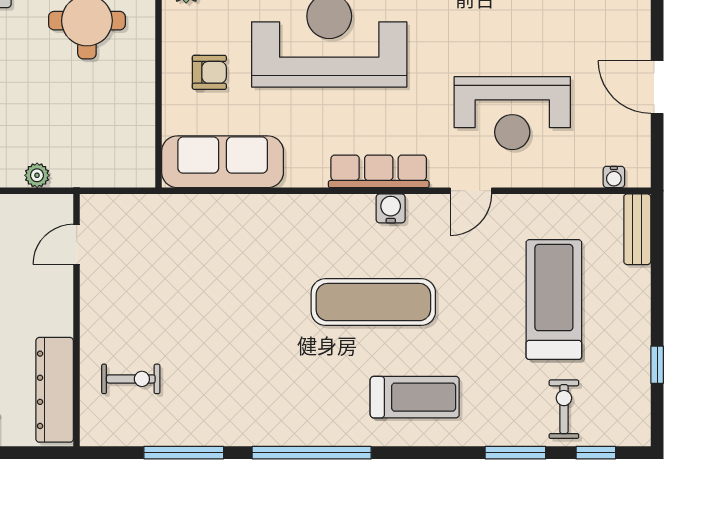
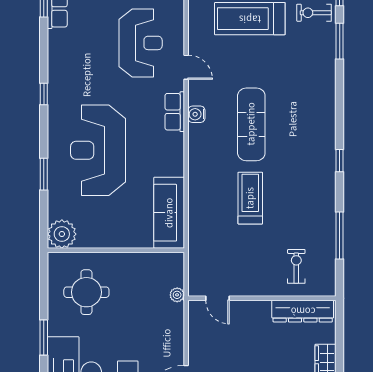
armchair: (209, 72) -> (117, 220), removed
row of seats: (379, 171) -> (175, 112), width x0.68
plant: (37, 175) -> (177, 295), moved
treadmill: (415, 397) -> (250, 198), moved
window: (312, 453) -> (340, 161), width x0.32

